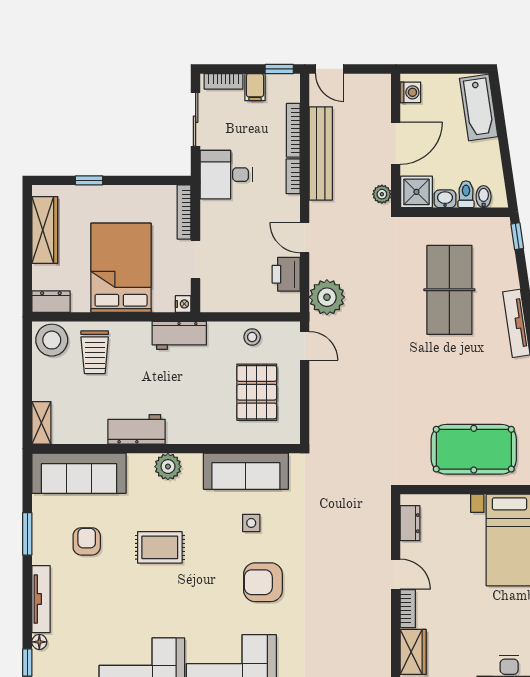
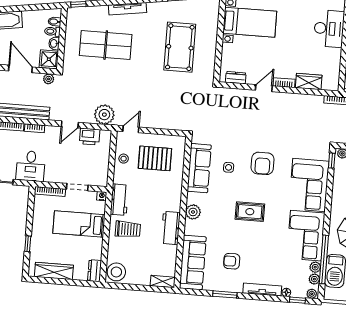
bed: (121, 268) -> (79, 224), width x0.67
trolley: (95, 352) -> (128, 229), moved
pool table: (474, 449) -> (180, 47), moved
rug: (160, 547) -> (250, 212), moved, turned 90

